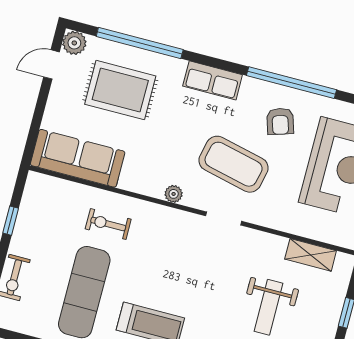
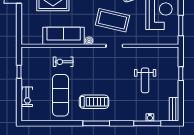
sofa: (78, 158) -> (64, 36), moved
shelving: (311, 255) -> (158, 52), removed

